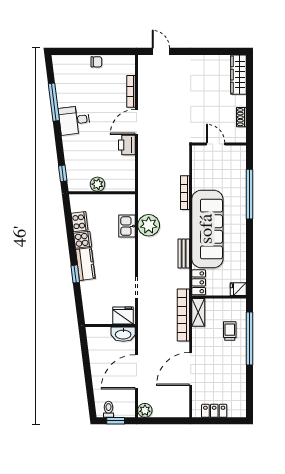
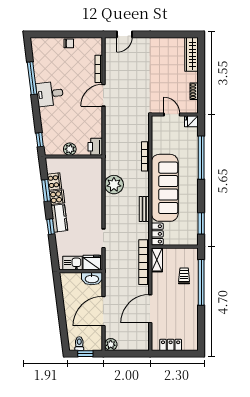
door: (161, 51) -> (125, 34), swing flipped
printer: (127, 145) -> (95, 147), moved
kitchen sink: (127, 226) -> (73, 263), moved, turned 90
window: (70, 232) -> (46, 191), added
window: (249, 270) -> (201, 223), added
fridge: (238, 289) -> (191, 121), moved

